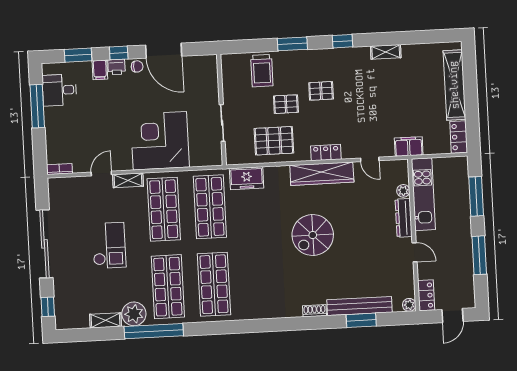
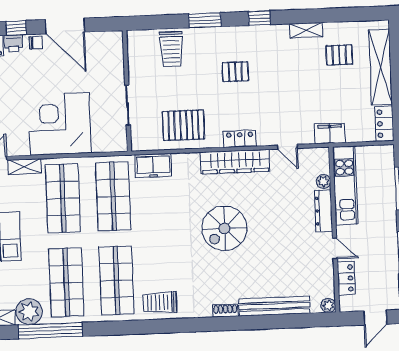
pallet: (286, 104) -> (339, 55), moved
locker: (426, 295) -> (346, 278), moved
trolley: (254, 304) -> (160, 302), added
window: (361, 320) -> (276, 322), removed

